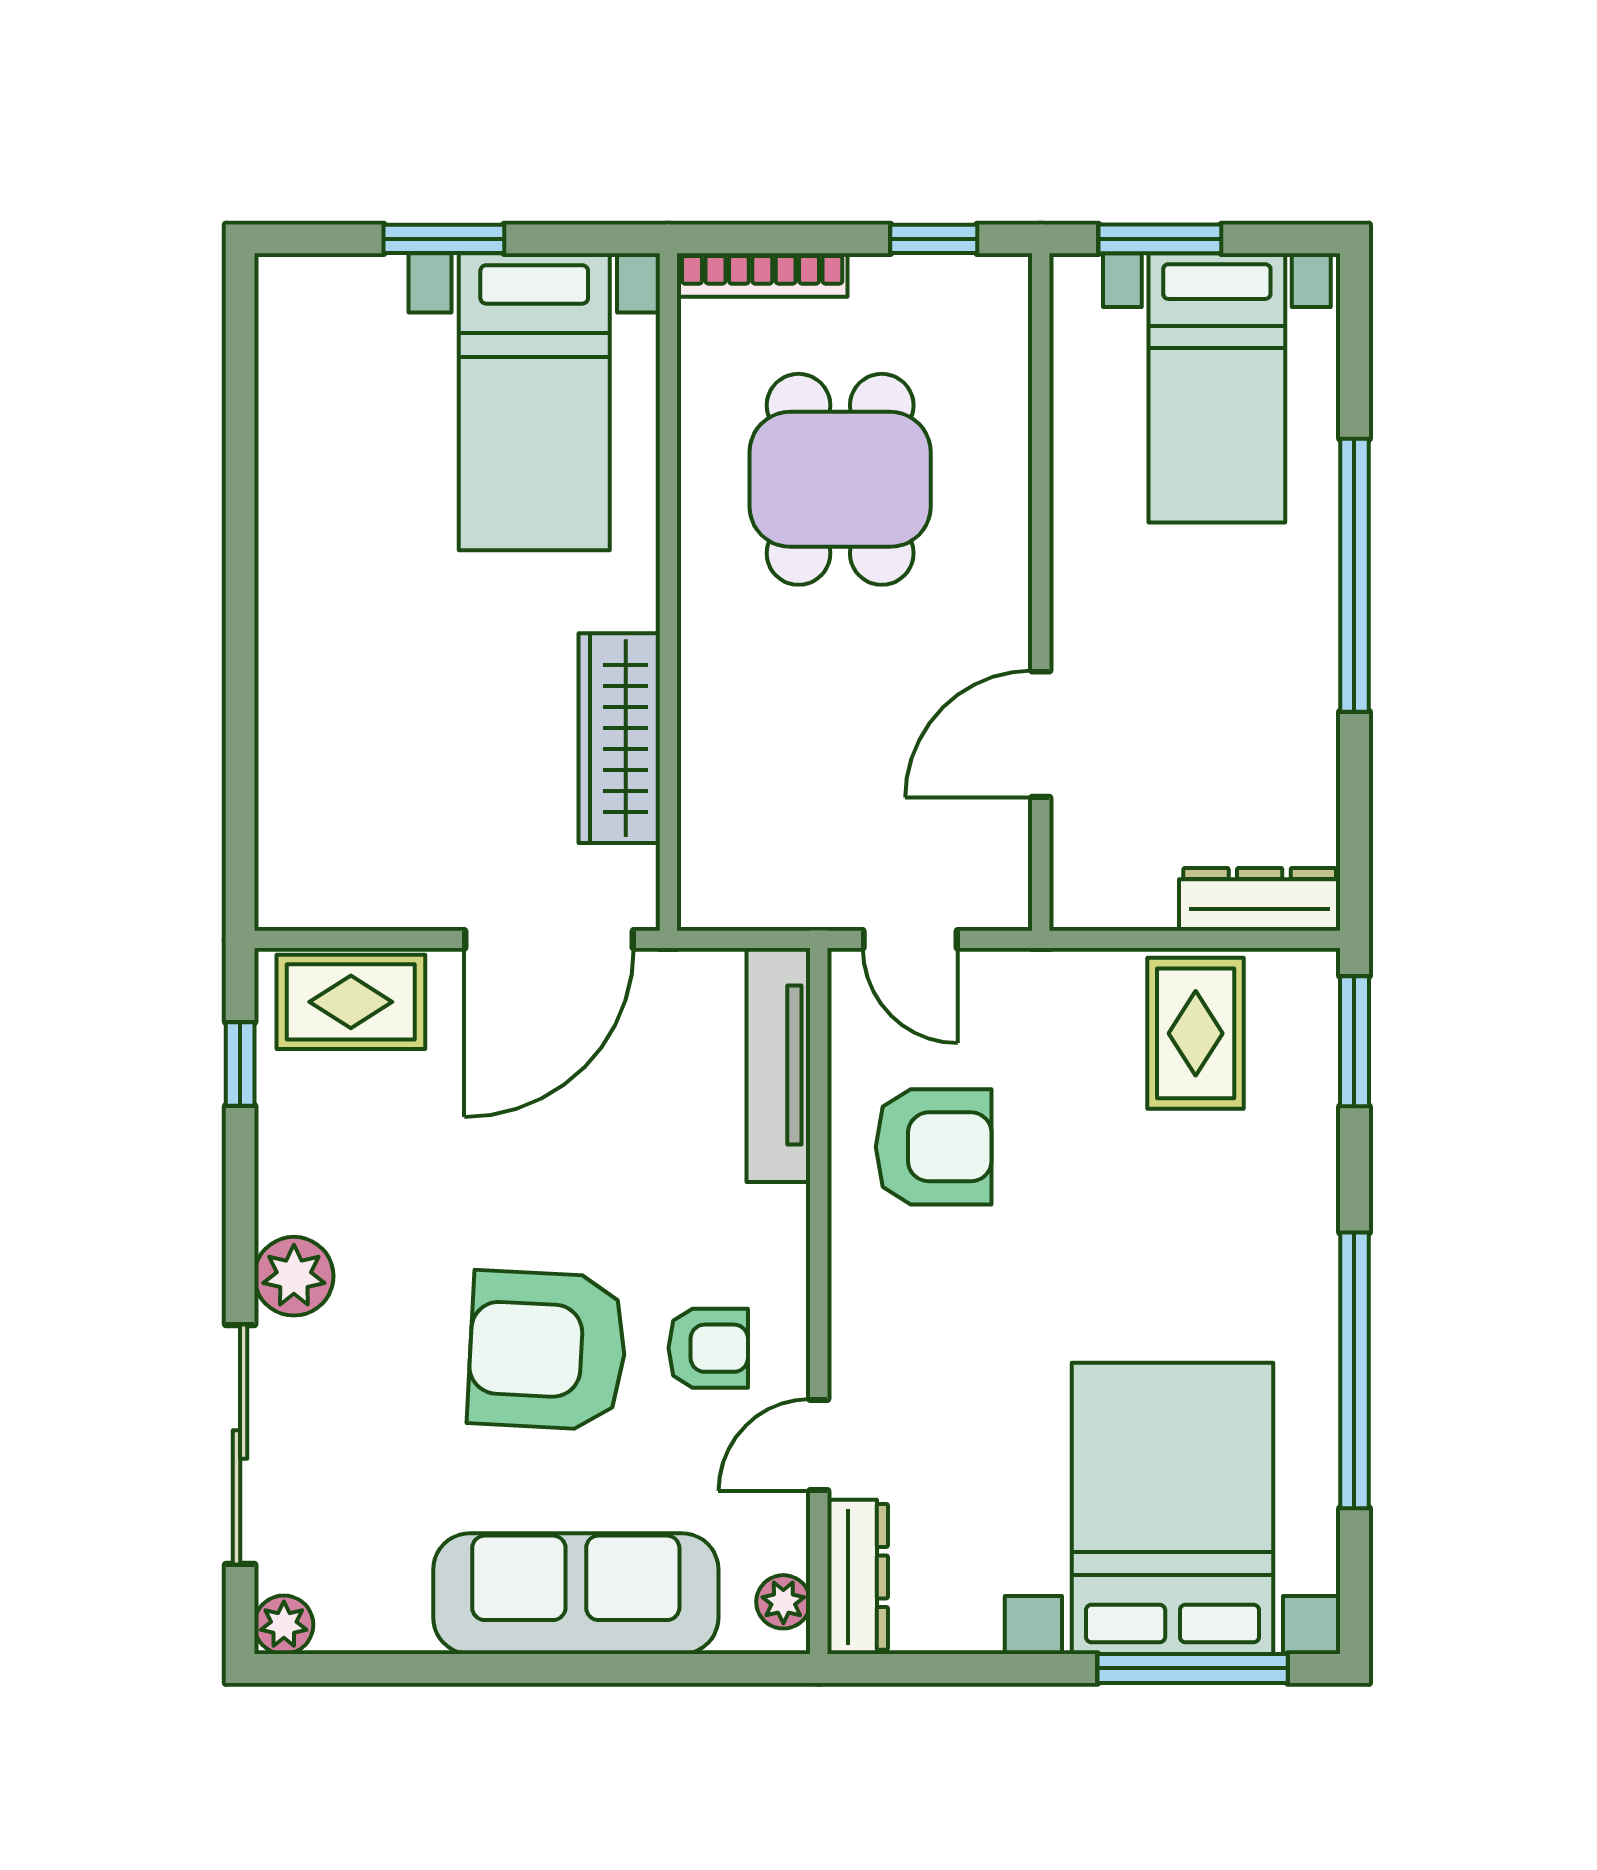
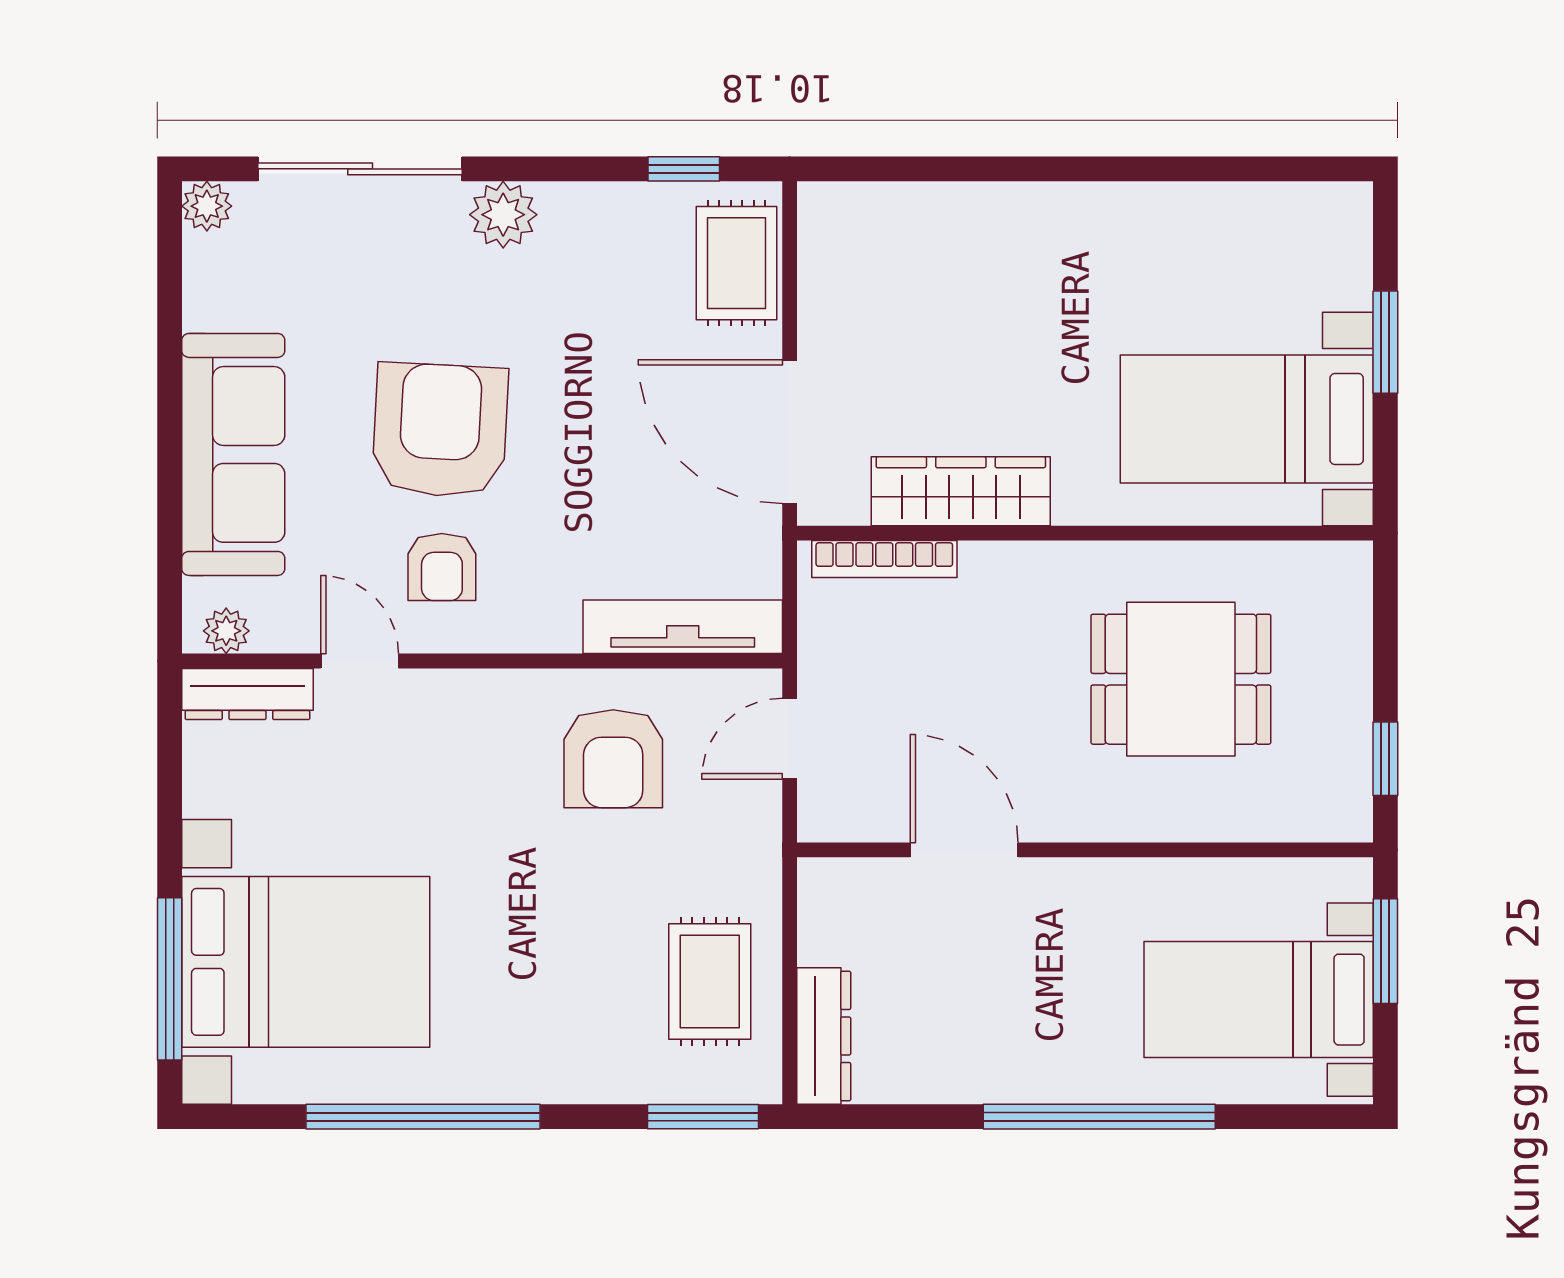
bookcase: (762, 275) -> (884, 559), moved, turned -90
rug: (1196, 1033) -> (710, 981), turned 90

